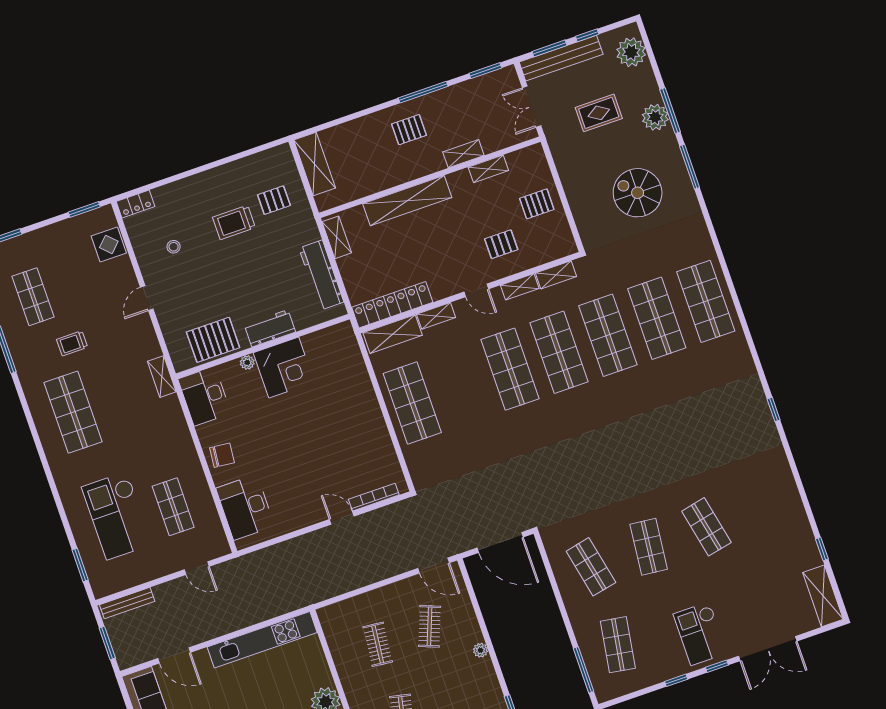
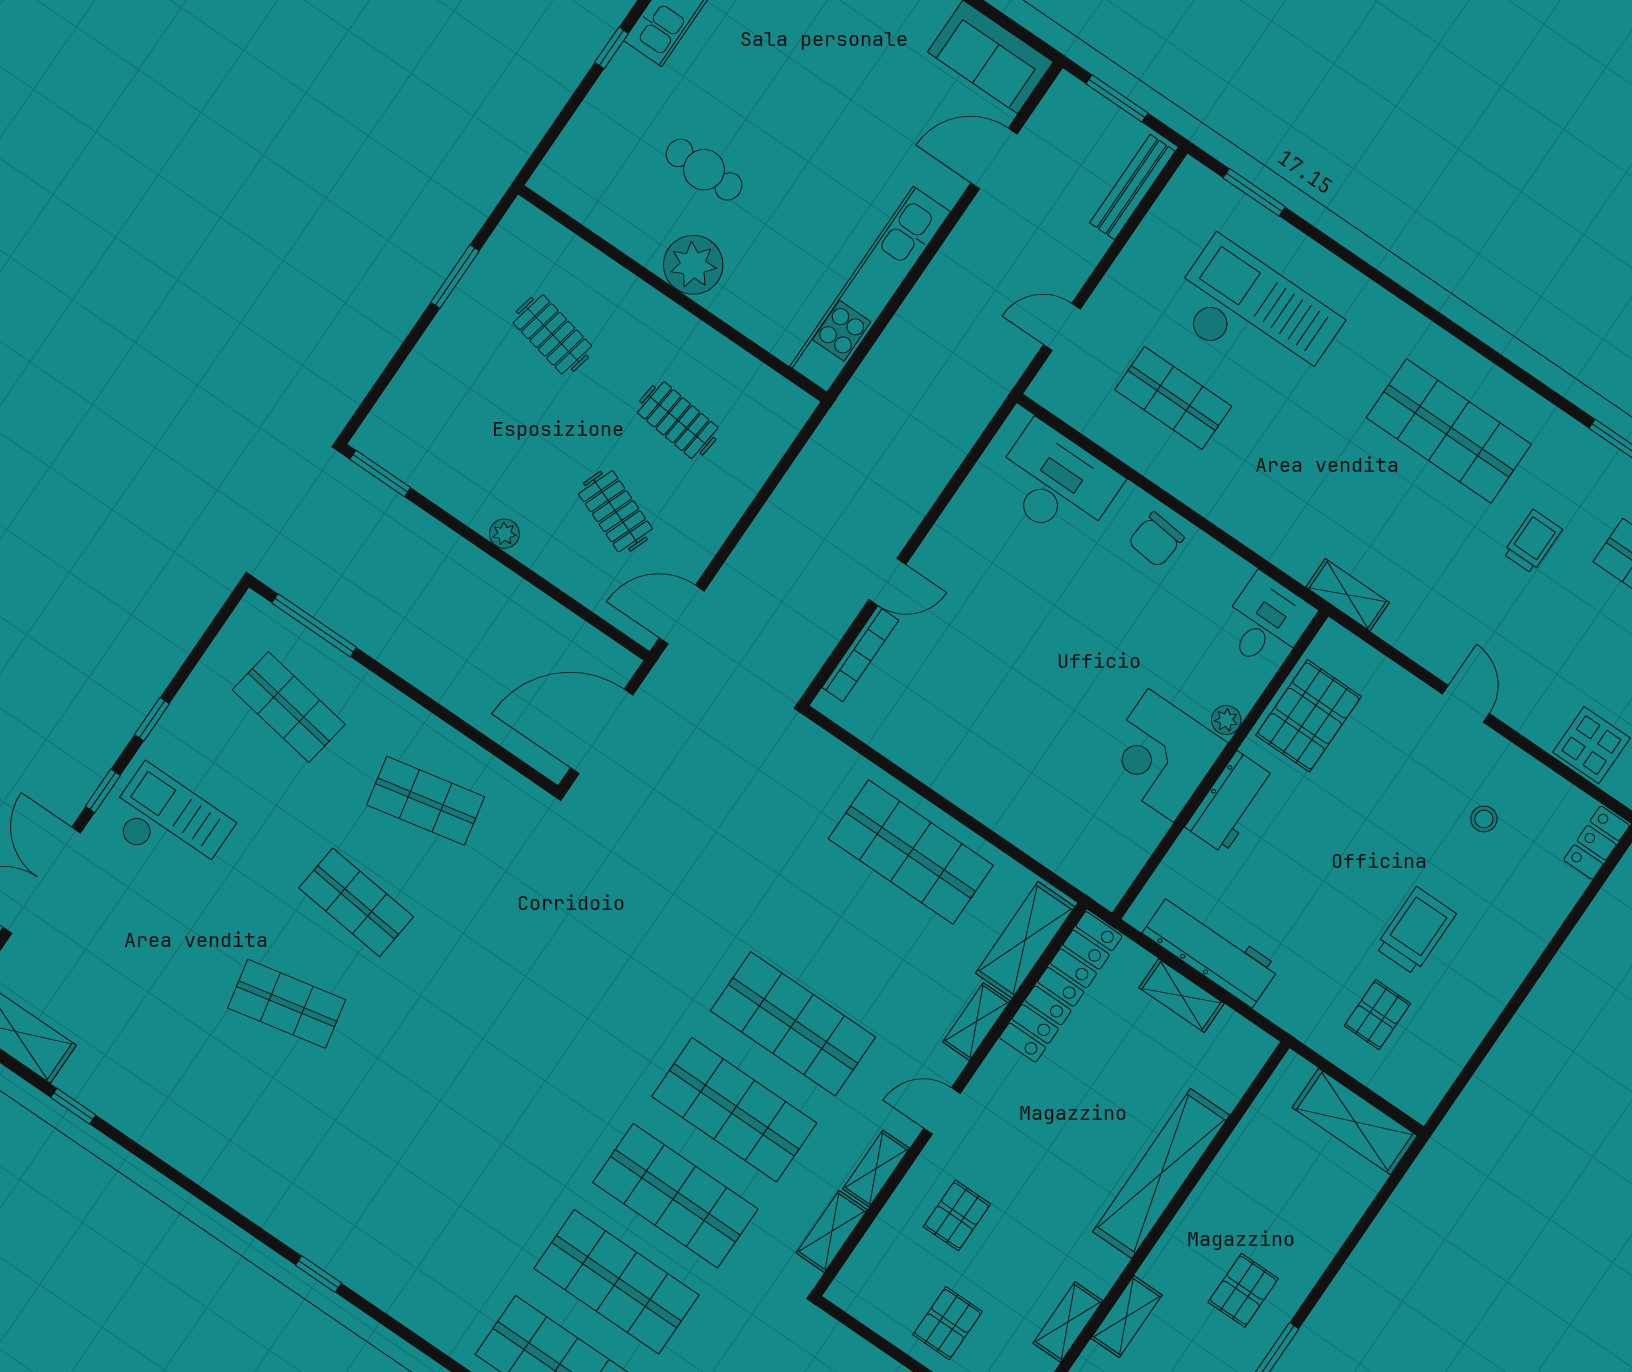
shelving: (337, 237) -> (1182, 996), moved
desk: (205, 396) -> (1266, 622), width x0.73

